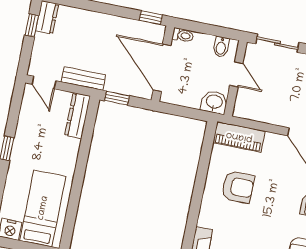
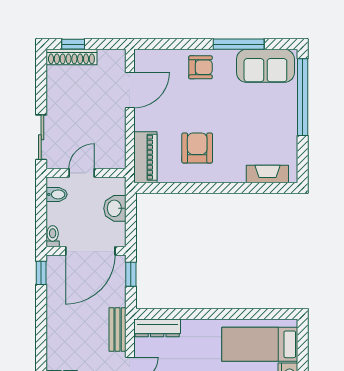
window: (117, 98) -> (131, 274), moved
washbasin: (214, 102) -> (115, 208), moved

